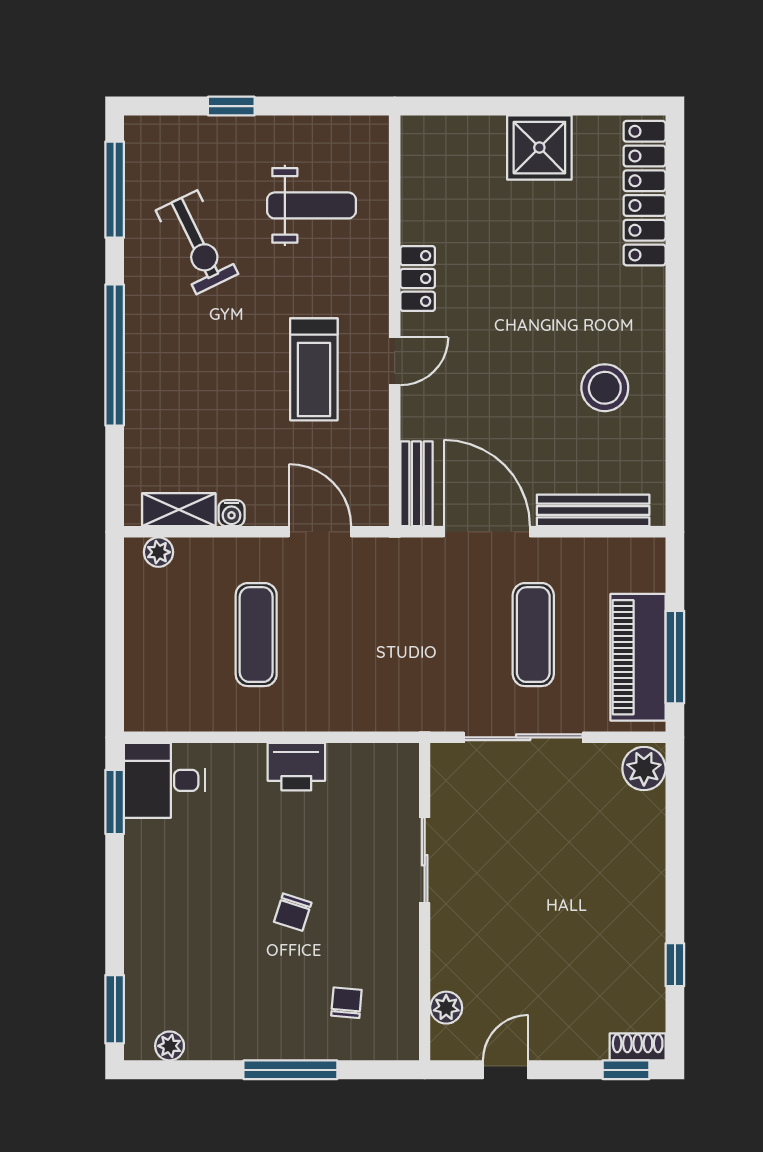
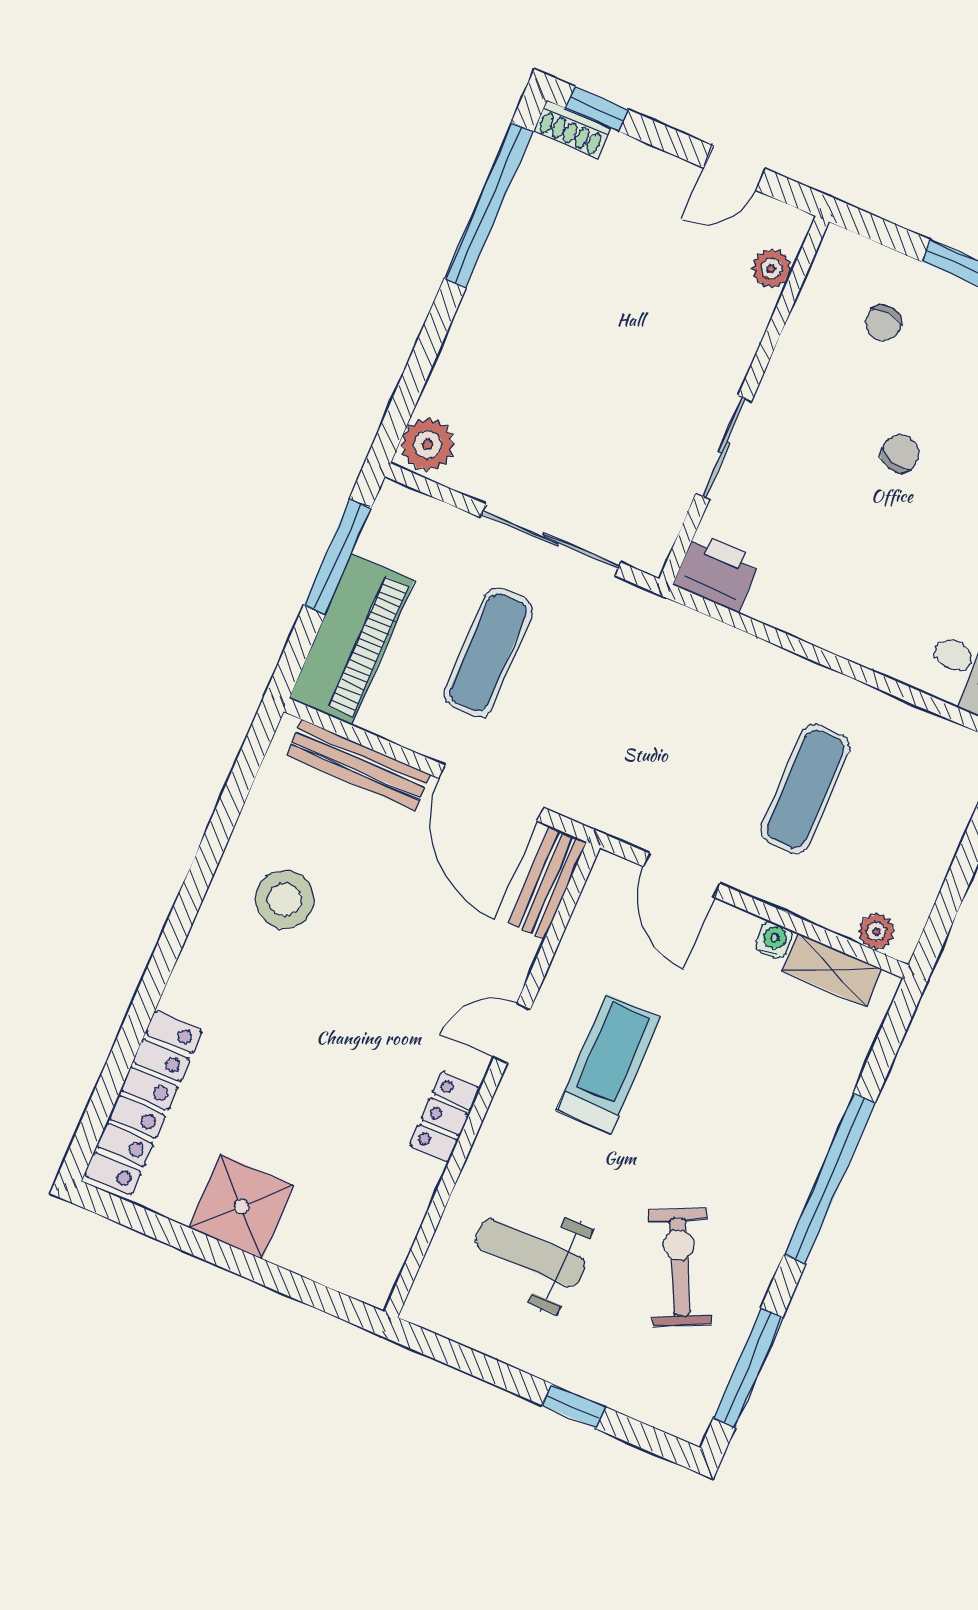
piano: (638, 657) -> (352, 639), moved
printer: (296, 767) -> (717, 572), moved
window: (675, 965) -> (489, 205), width x3.17

